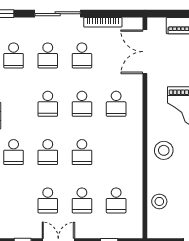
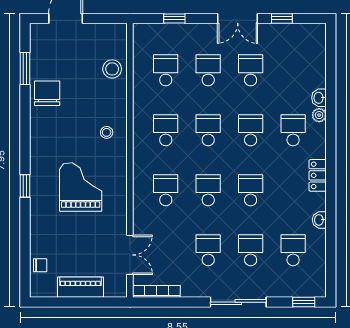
bookcase: (103, 22) -> (156, 291), moved
double door: (145, 52) -> (130, 255), width x0.73
stool: (164, 150) -> (107, 132), width x0.53, depth x0.53
school desk: (116, 152) -> (166, 130), added

